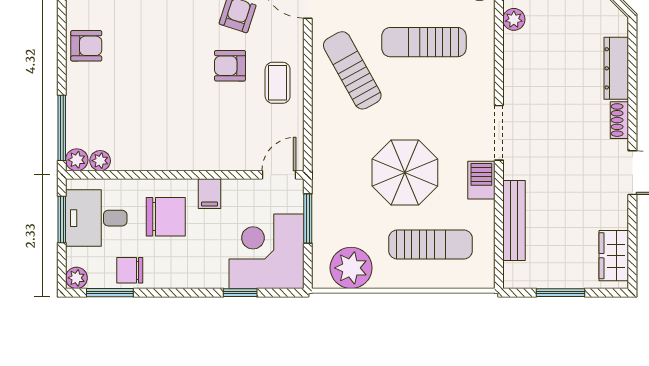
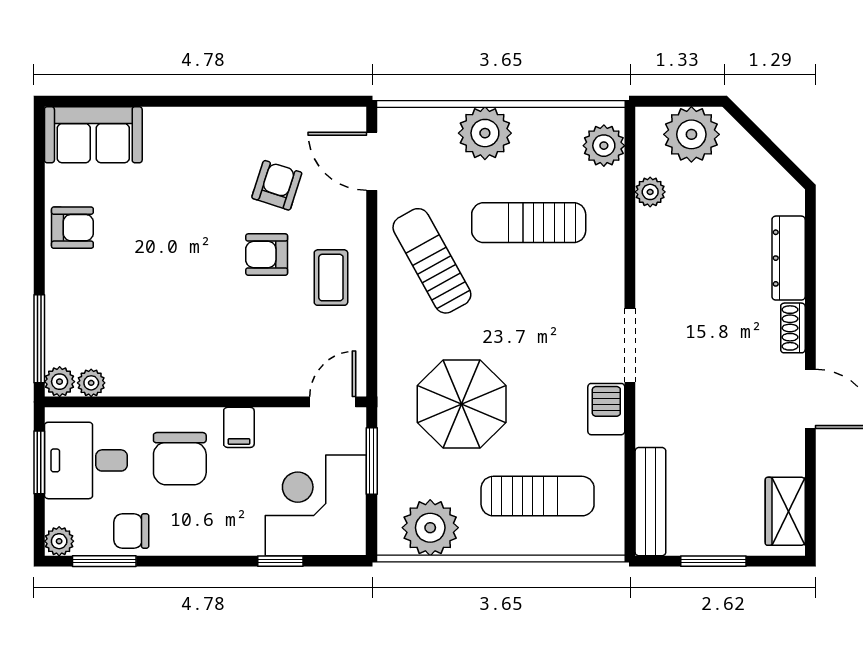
parasol: (405, 172) -> (462, 404), moved
chair: (166, 217) -> (180, 459), turned 90
bench: (514, 221) -> (650, 502), moved

